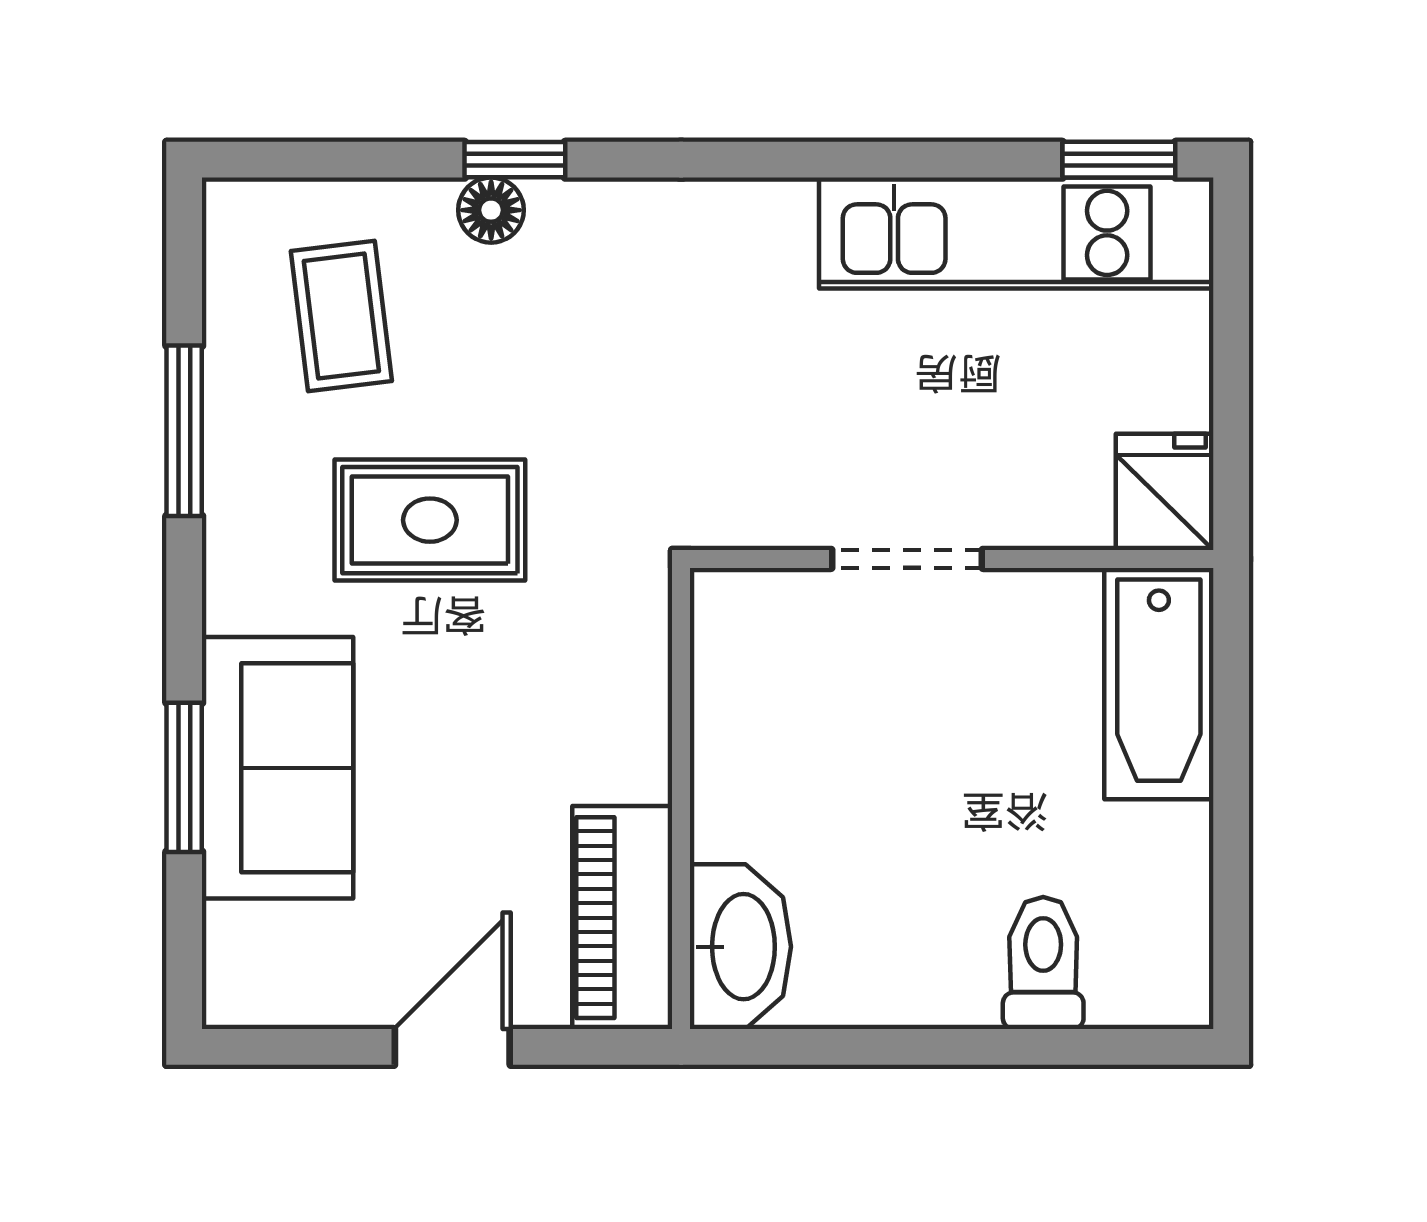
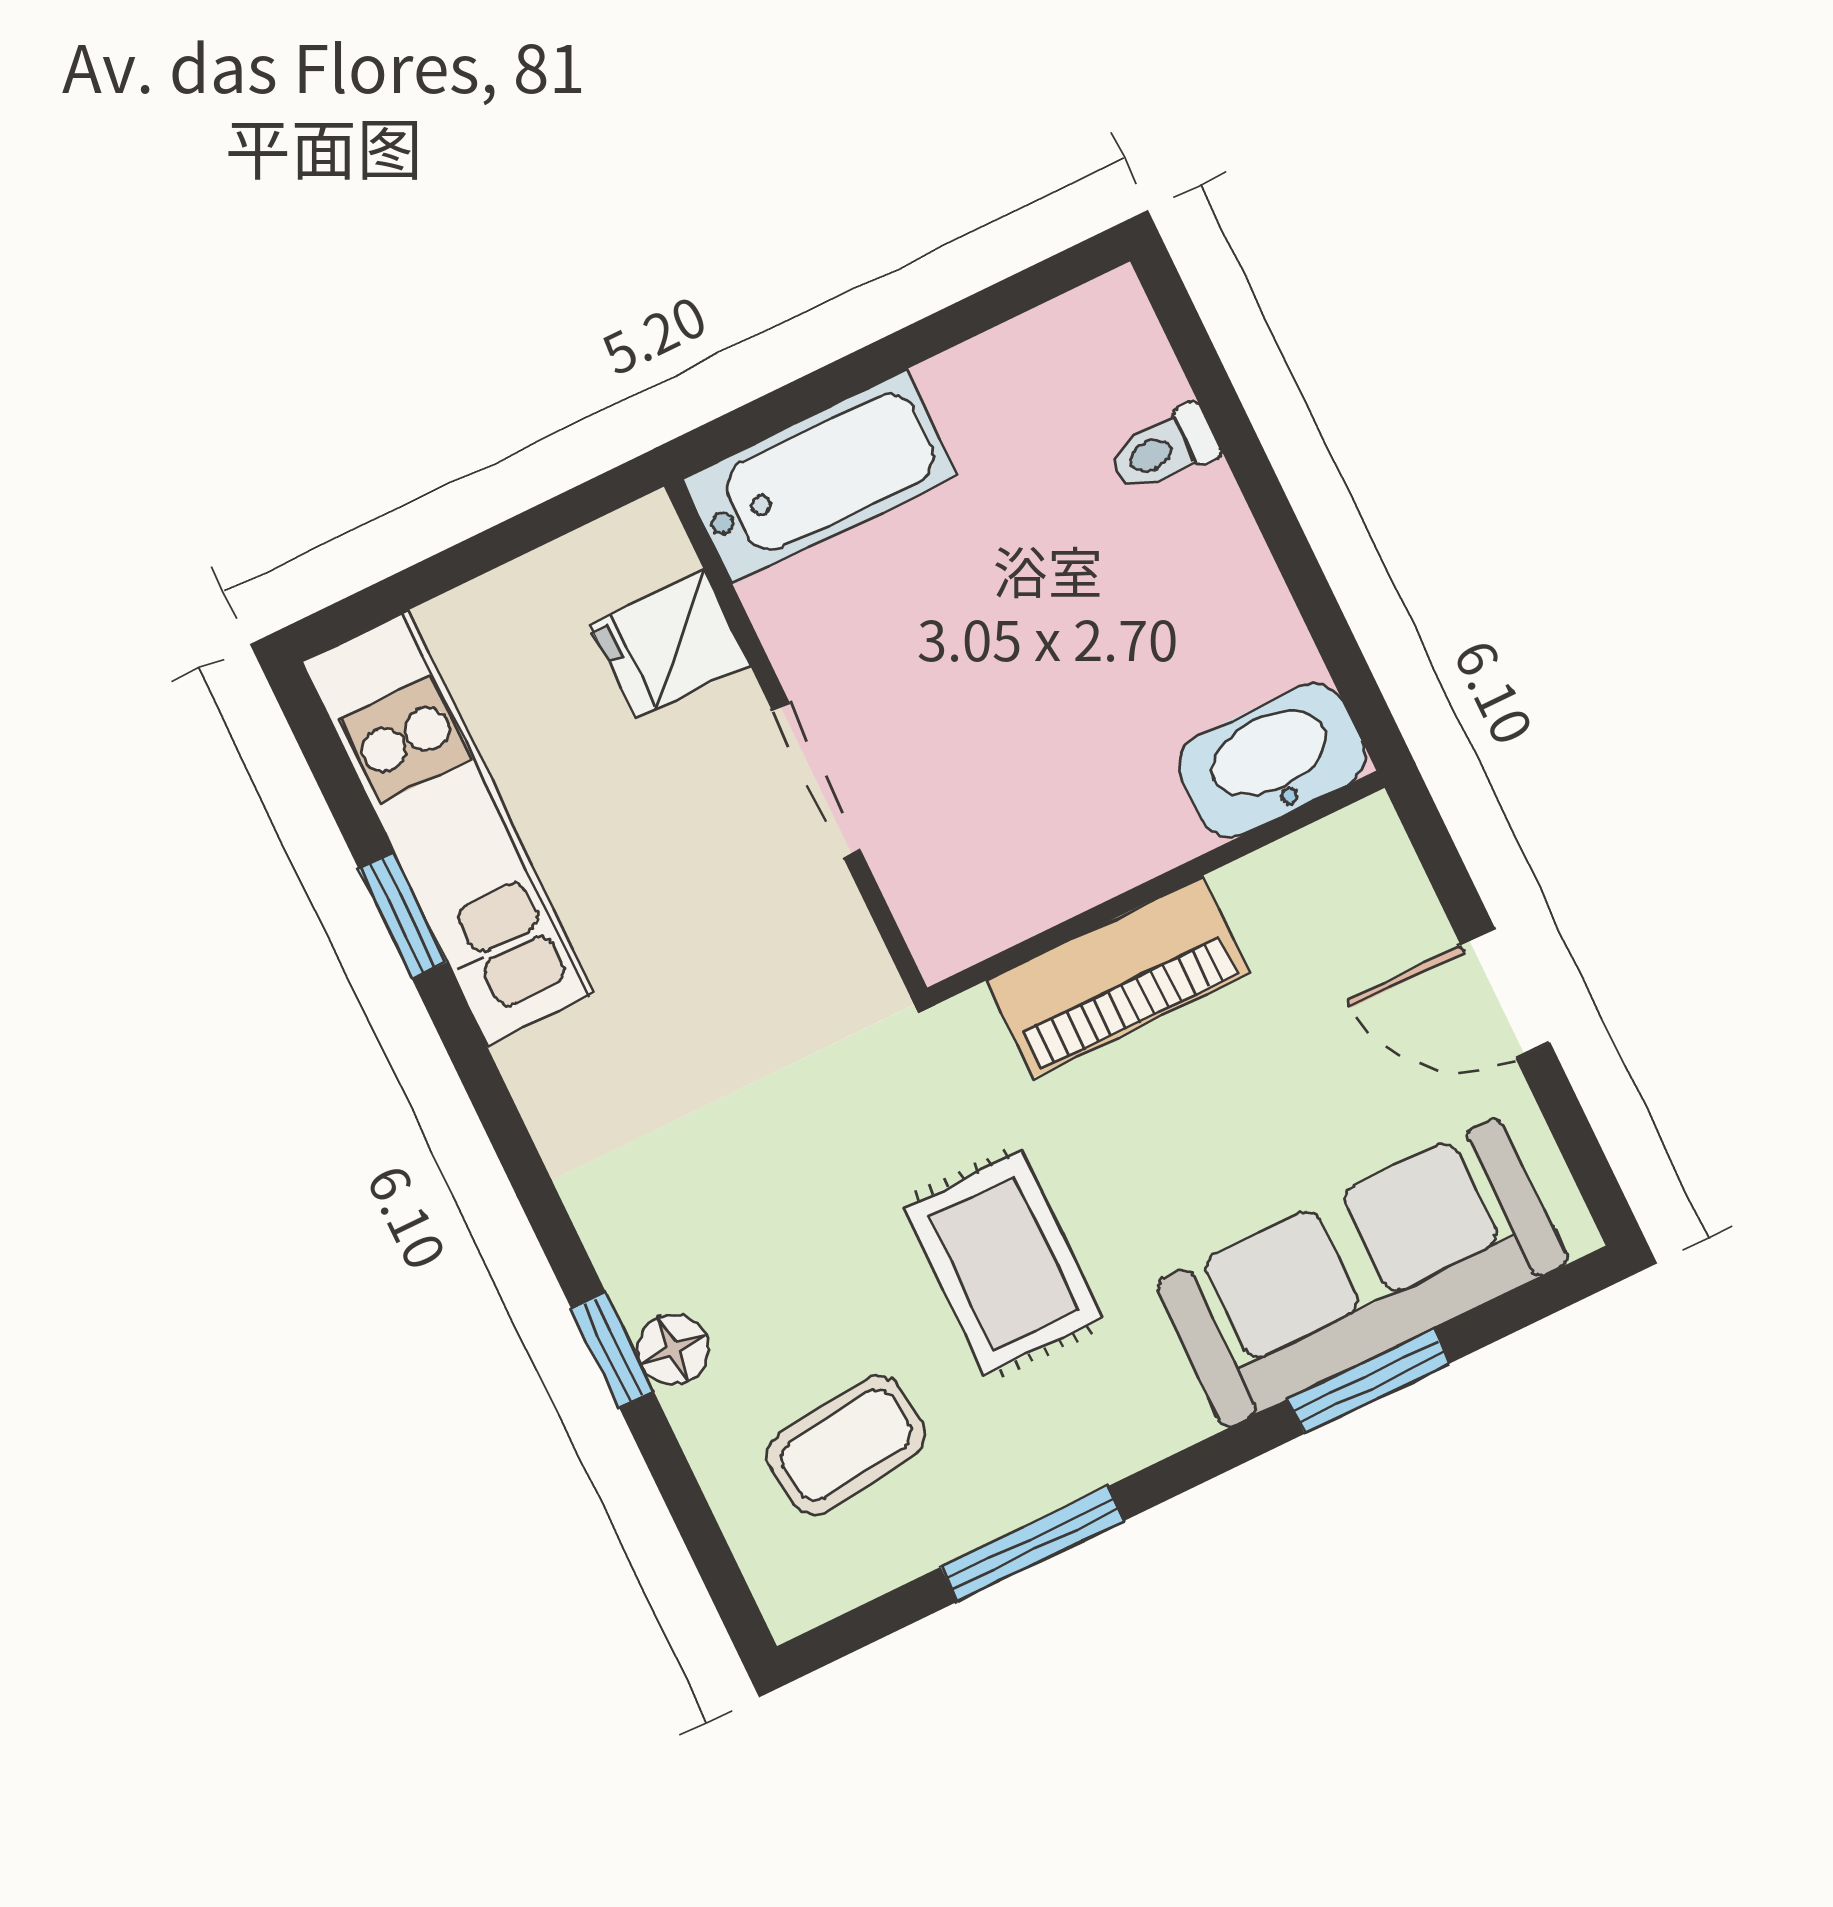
window: (1119, 160) -> (402, 916), moved
fridge: (1165, 492) -> (670, 644), moved
sofa: (278, 768) -> (1362, 1273), width x1.36
piano: (622, 918) -> (1118, 977), moved
toilet: (1043, 963) -> (1164, 449), width x0.73, depth x0.72

